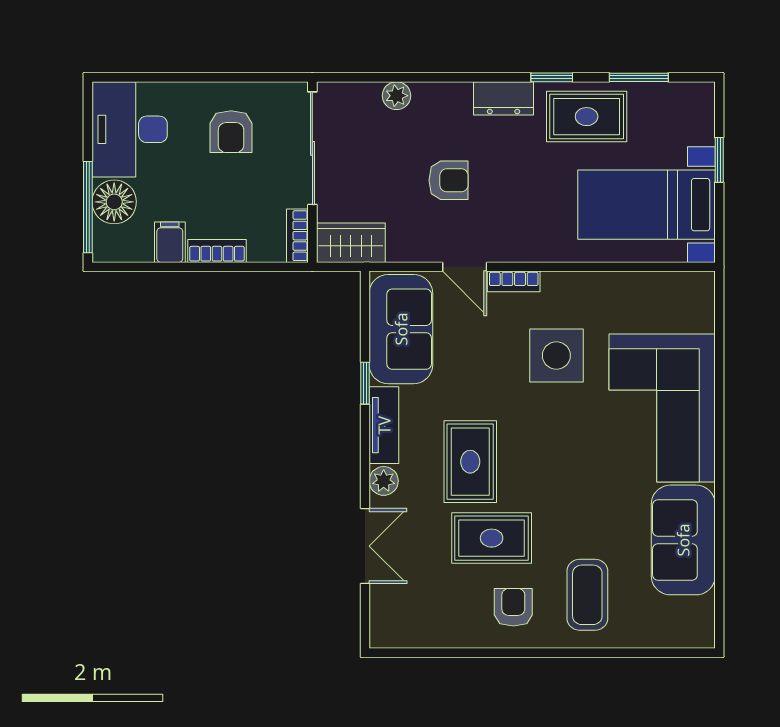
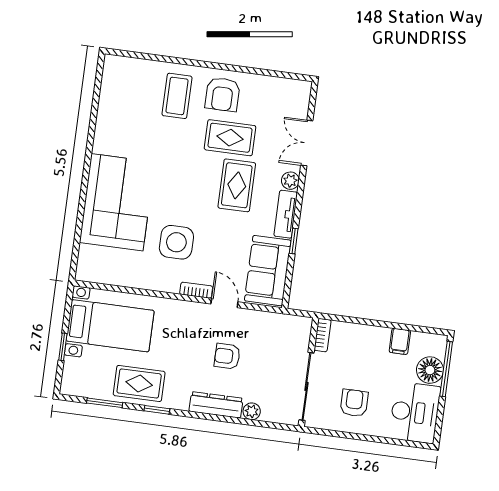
dresser: (504, 98) -> (216, 405), moved, width x1.44
wardrobe: (351, 243) -> (291, 327), removed
bookcase: (217, 251) -> (372, 332), removed
sofa: (683, 540) -> (115, 121), removed
armchair: (513, 607) -> (223, 94), width x1.38, depth x1.38

